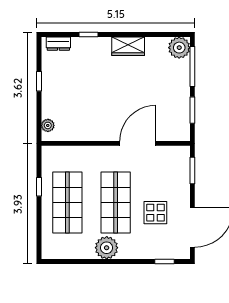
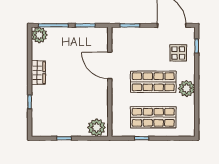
dresser: (58, 44) -> (36, 124), removed
plant: (48, 125) -> (97, 128), width x1.88, depth x1.88
display table: (155, 213) -> (178, 53), moved

